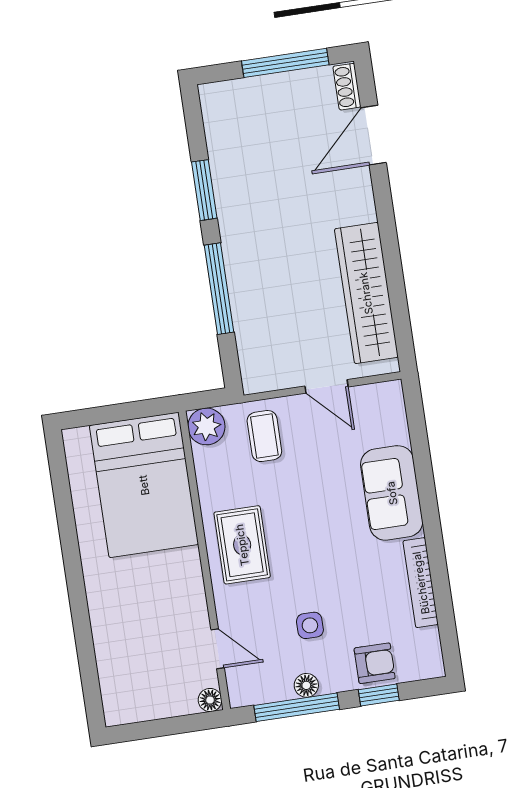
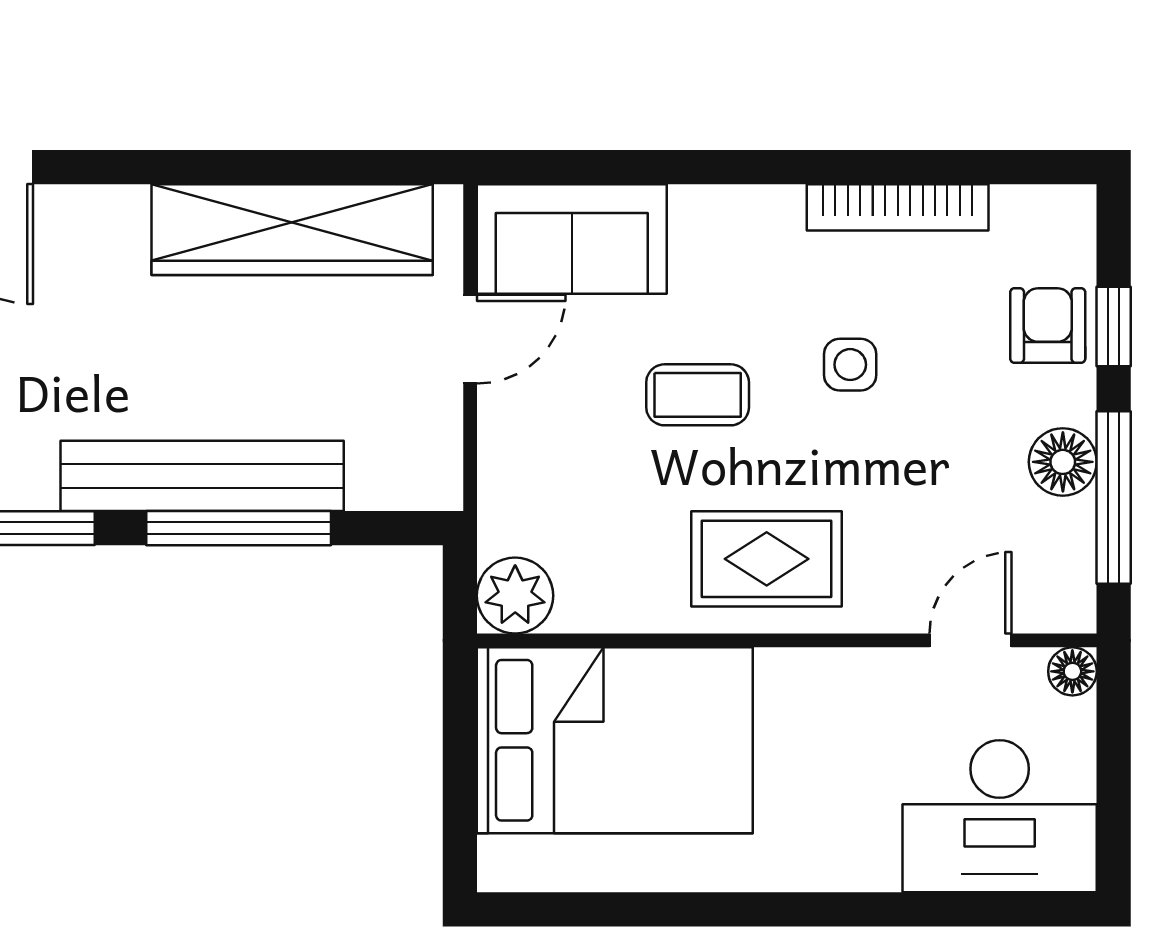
bench: (242, 267) -> (202, 476), added
coffee table: (264, 436) -> (698, 395), moved
sofa: (392, 493) -> (572, 239), moved
side table: (310, 625) -> (850, 365), moved
desk: (135, 675) -> (1000, 816), added
floor lamp: (306, 685) -> (1063, 462), width x1.37, depth x1.37

